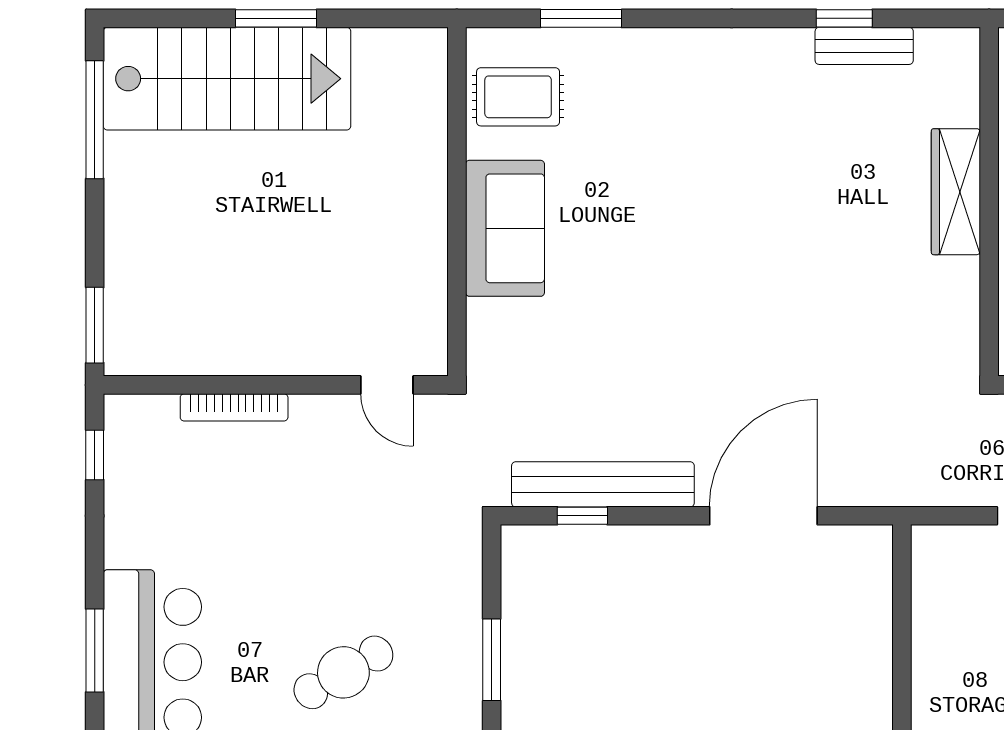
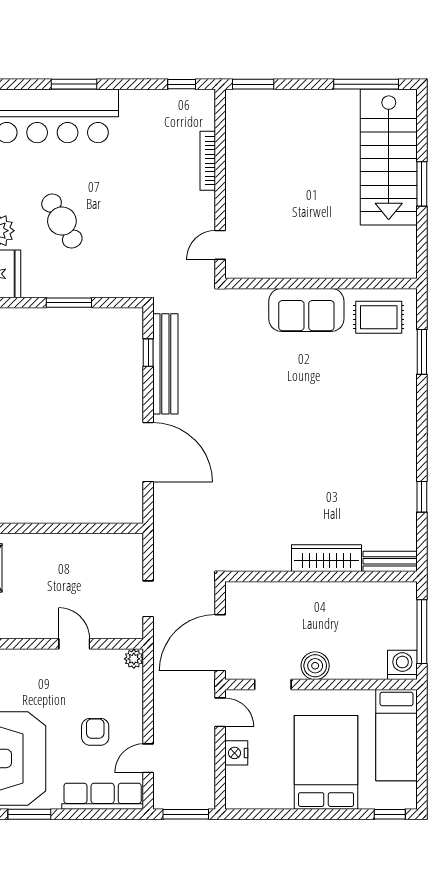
bench: (864, 46) -> (390, 561), moved, turned 90
rug: (518, 97) -> (379, 317), turned 90

